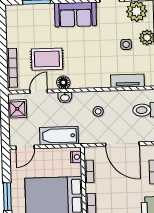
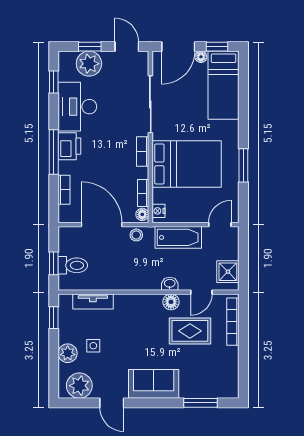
stool: (98, 111) -> (136, 235), moved
floor lamp: (89, 154) -> (142, 214), added

